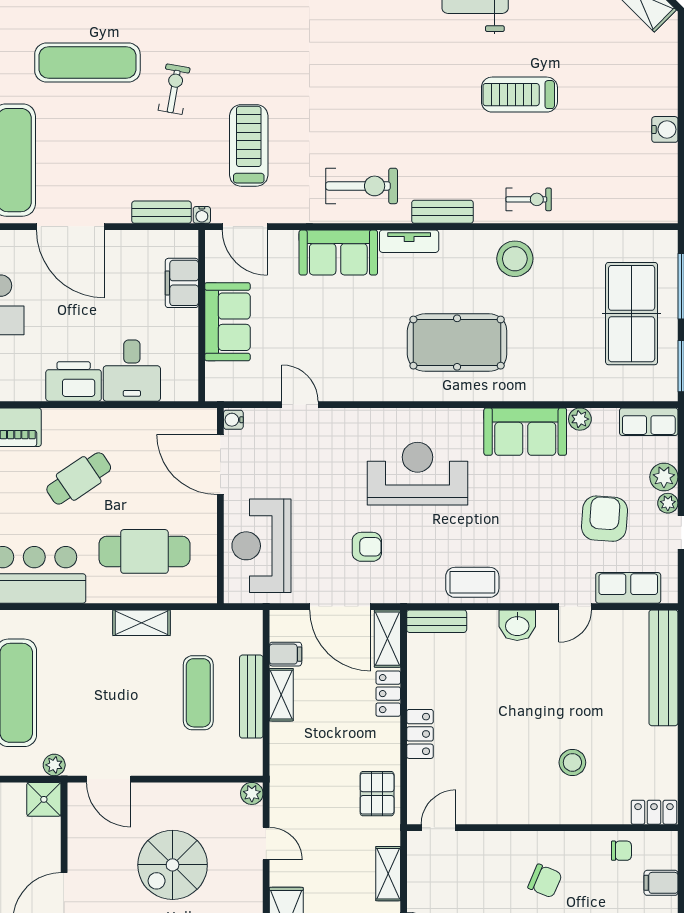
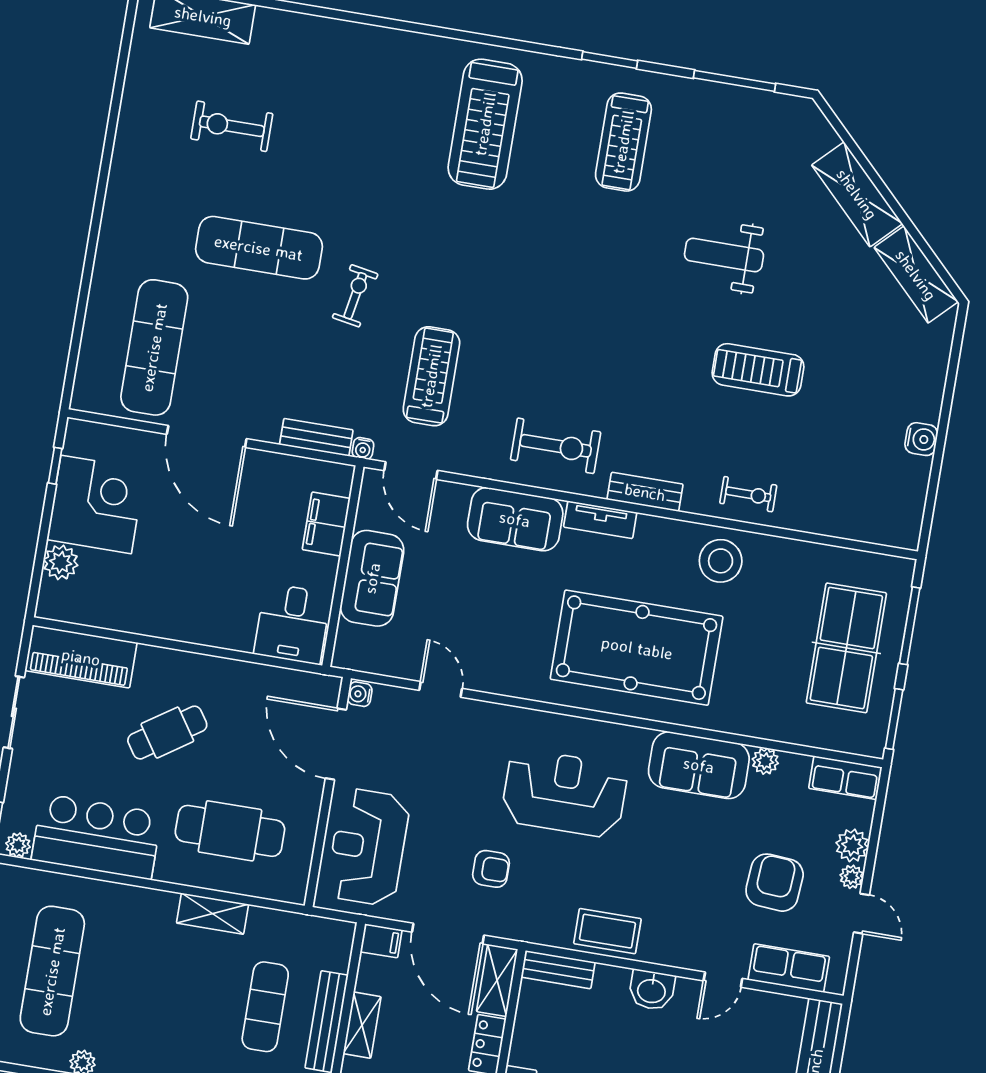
pool table: (457, 343) -> (637, 648), width x1.36, depth x1.32
desk: (132, 371) -> (292, 624), moved
printer: (74, 381) -> (180, 618), removed
filing cabinet: (285, 654) -> (381, 941), moved

